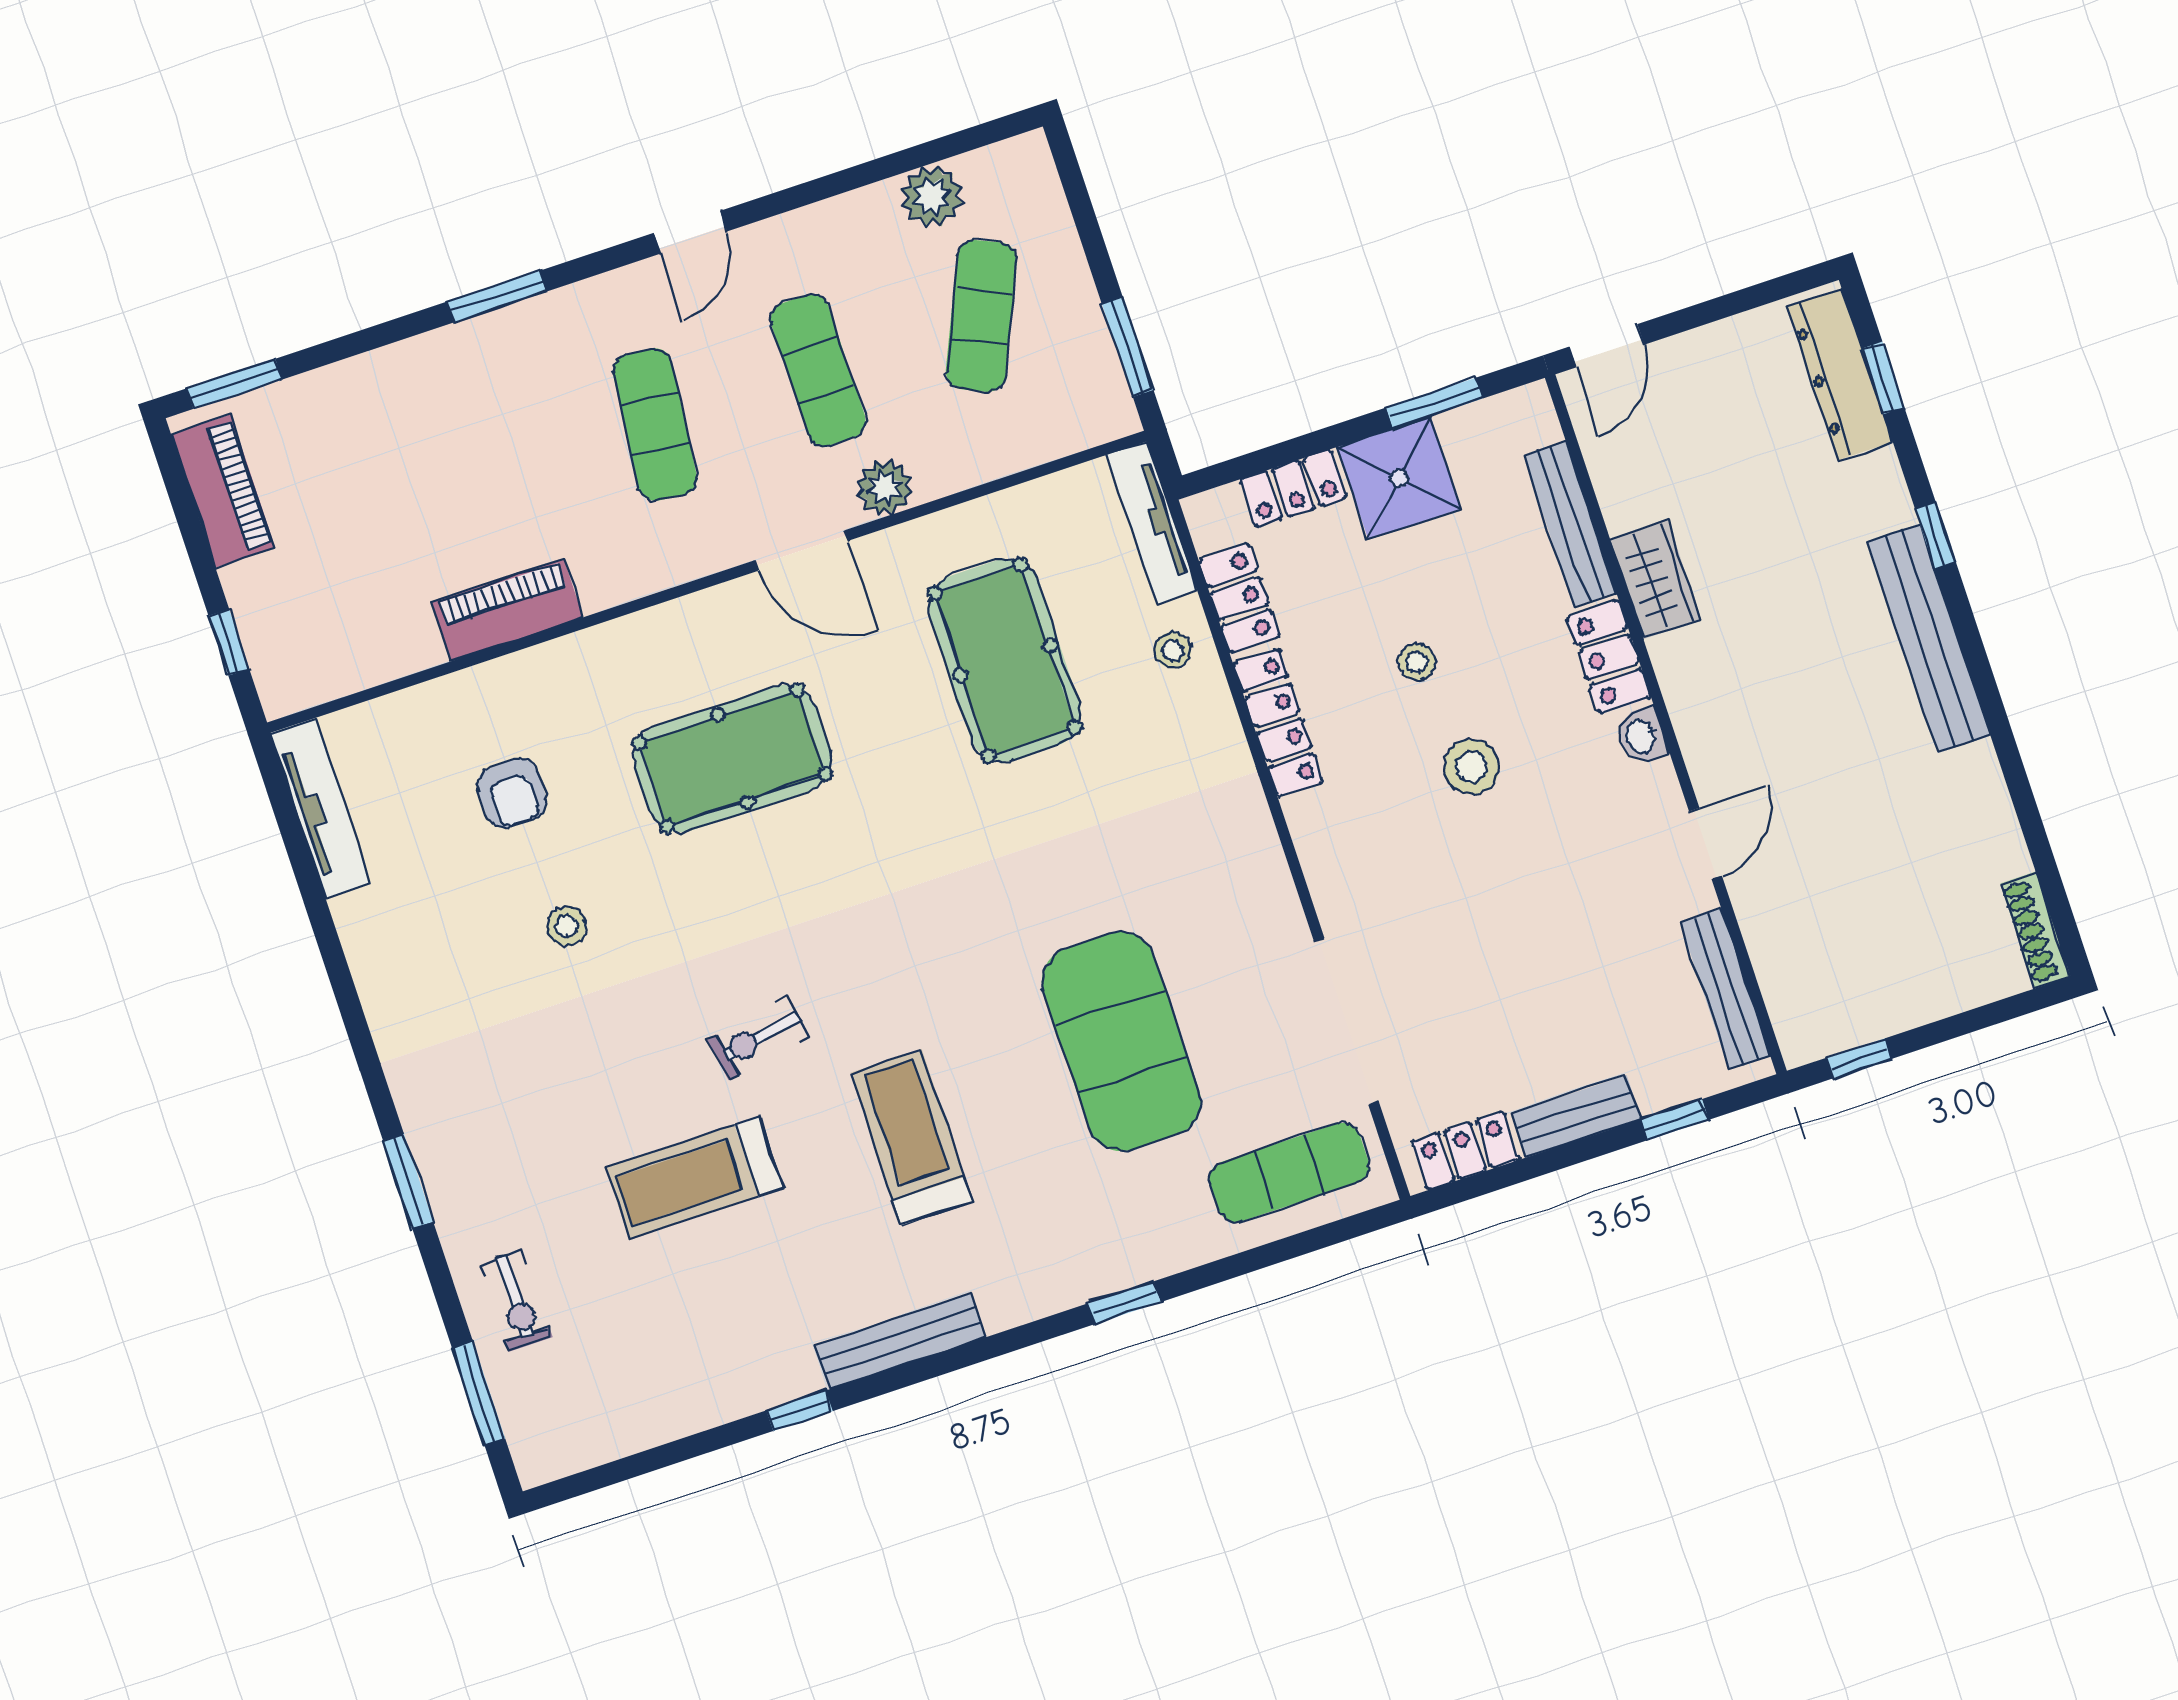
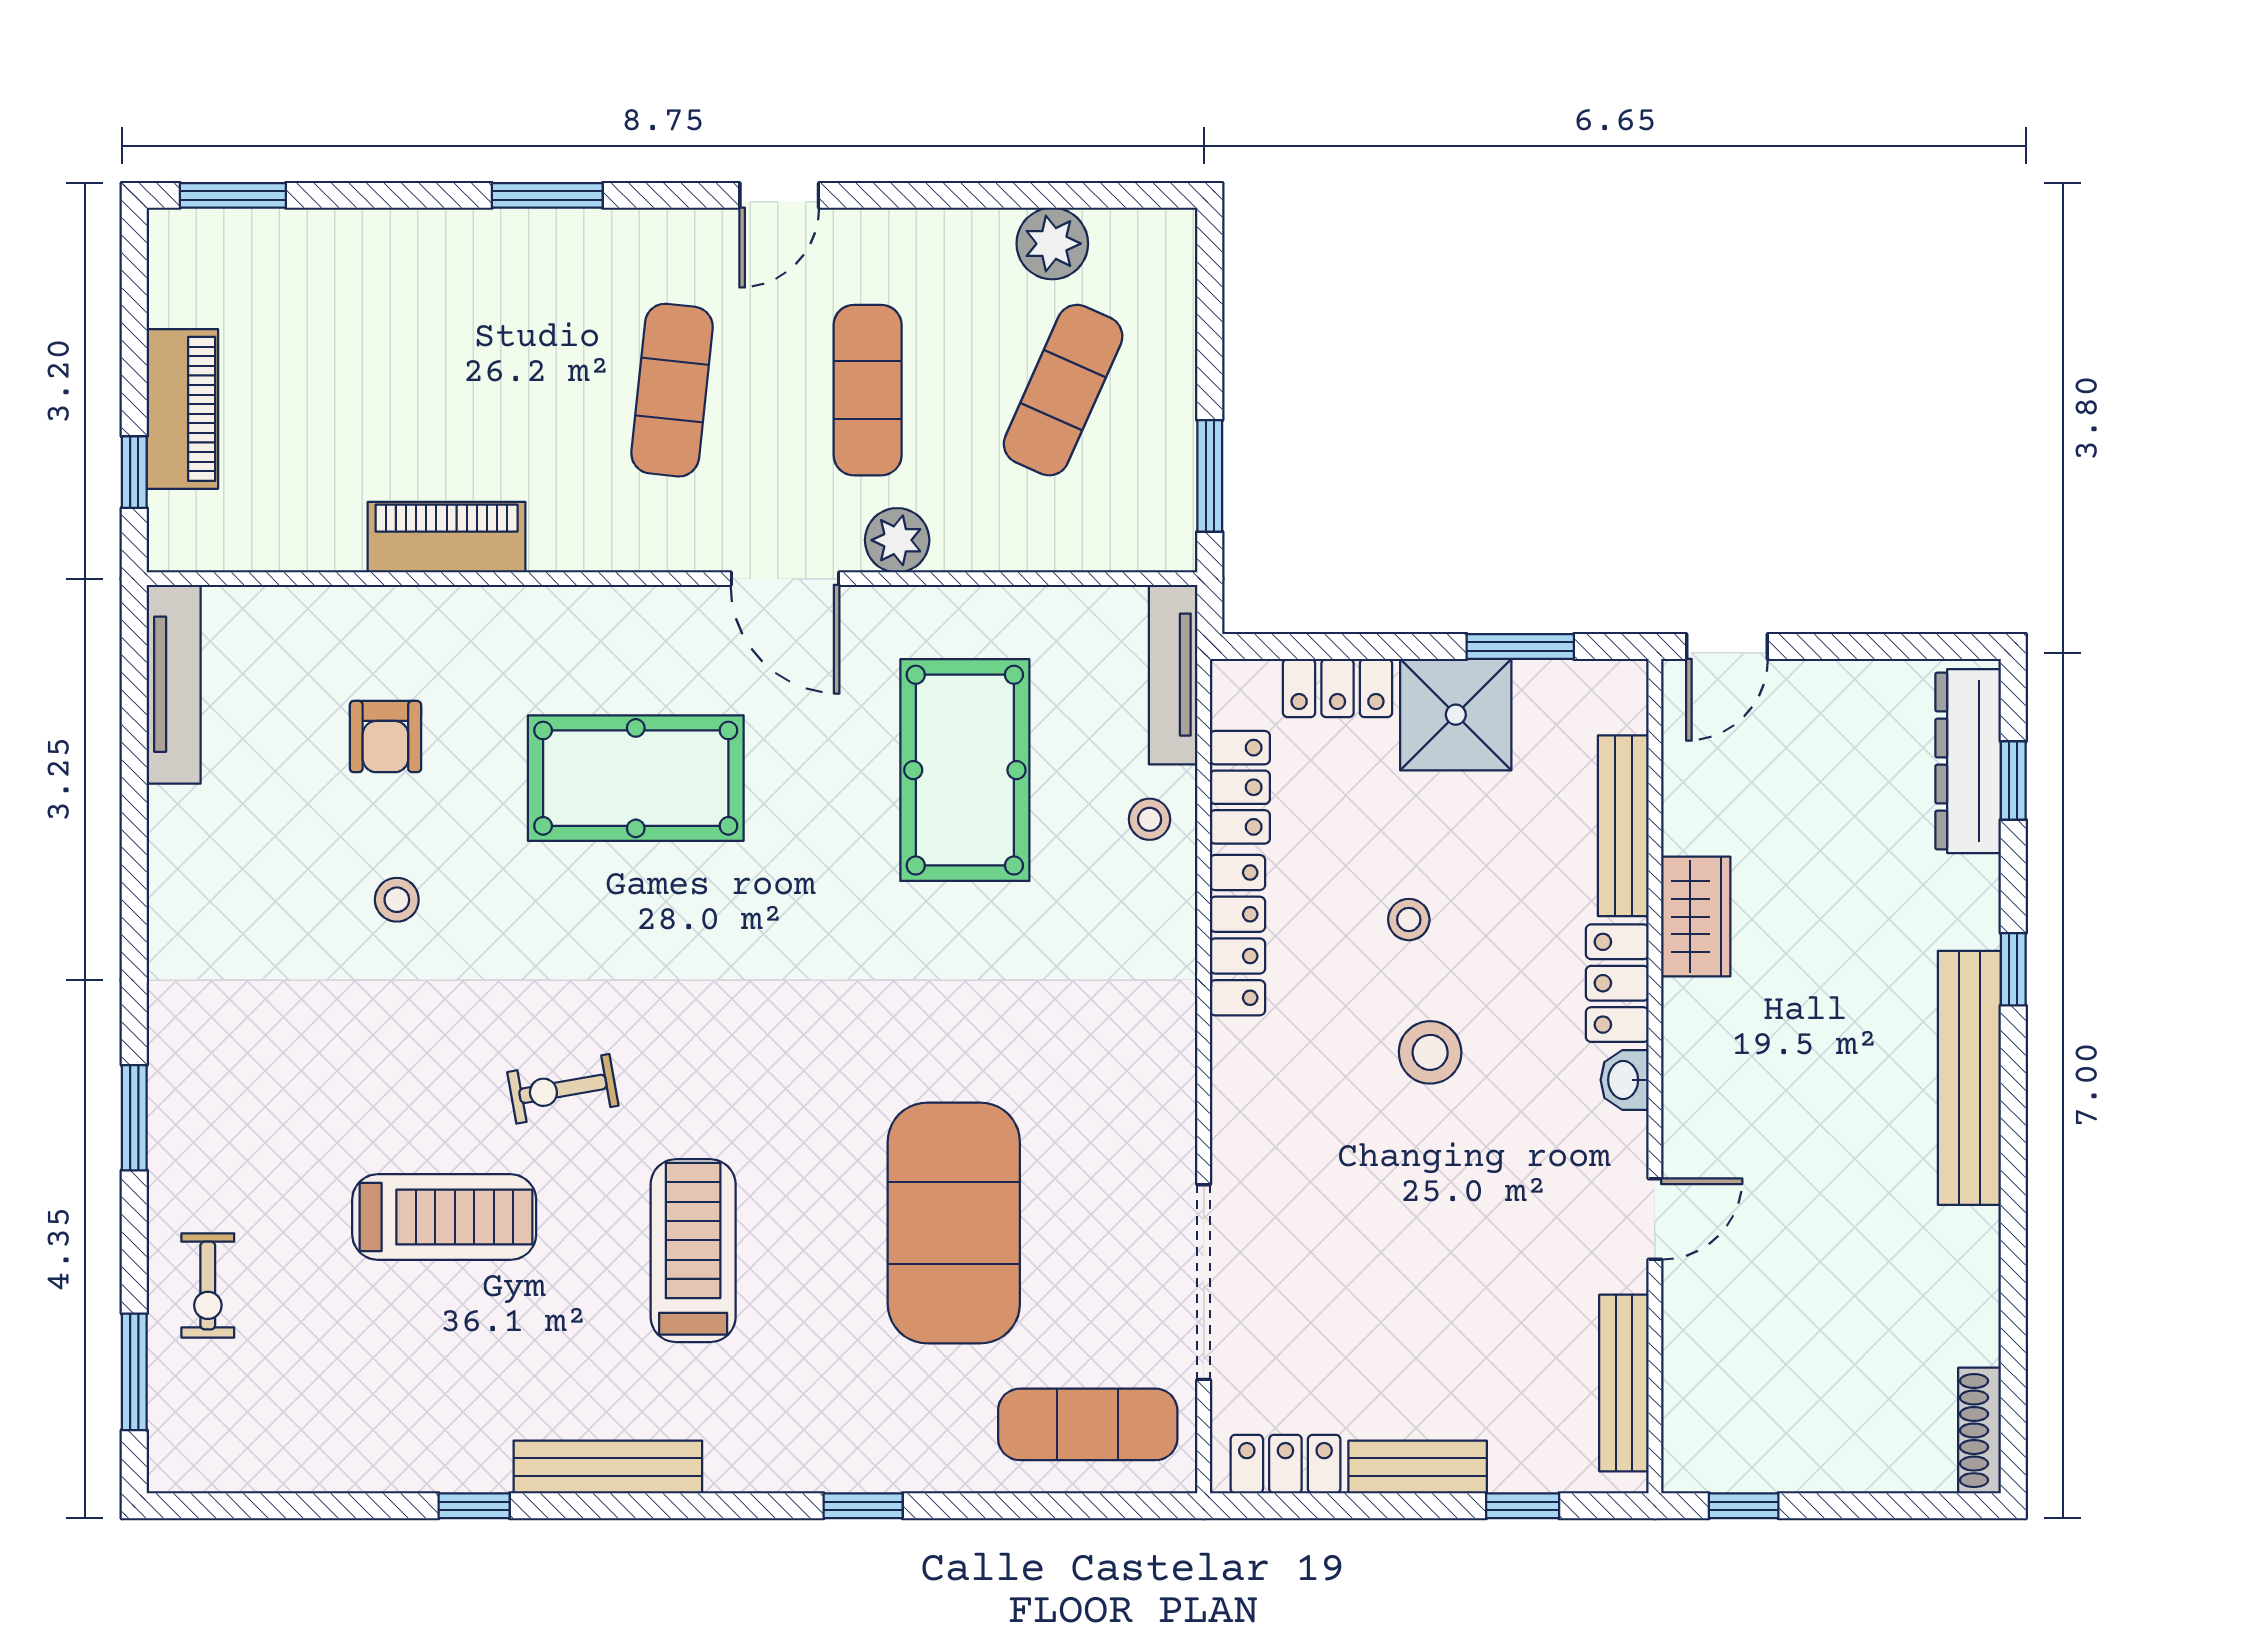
piano: (223, 491) -> (182, 409), moved
treadmill: (694, 1178) -> (444, 1217), turned 180

